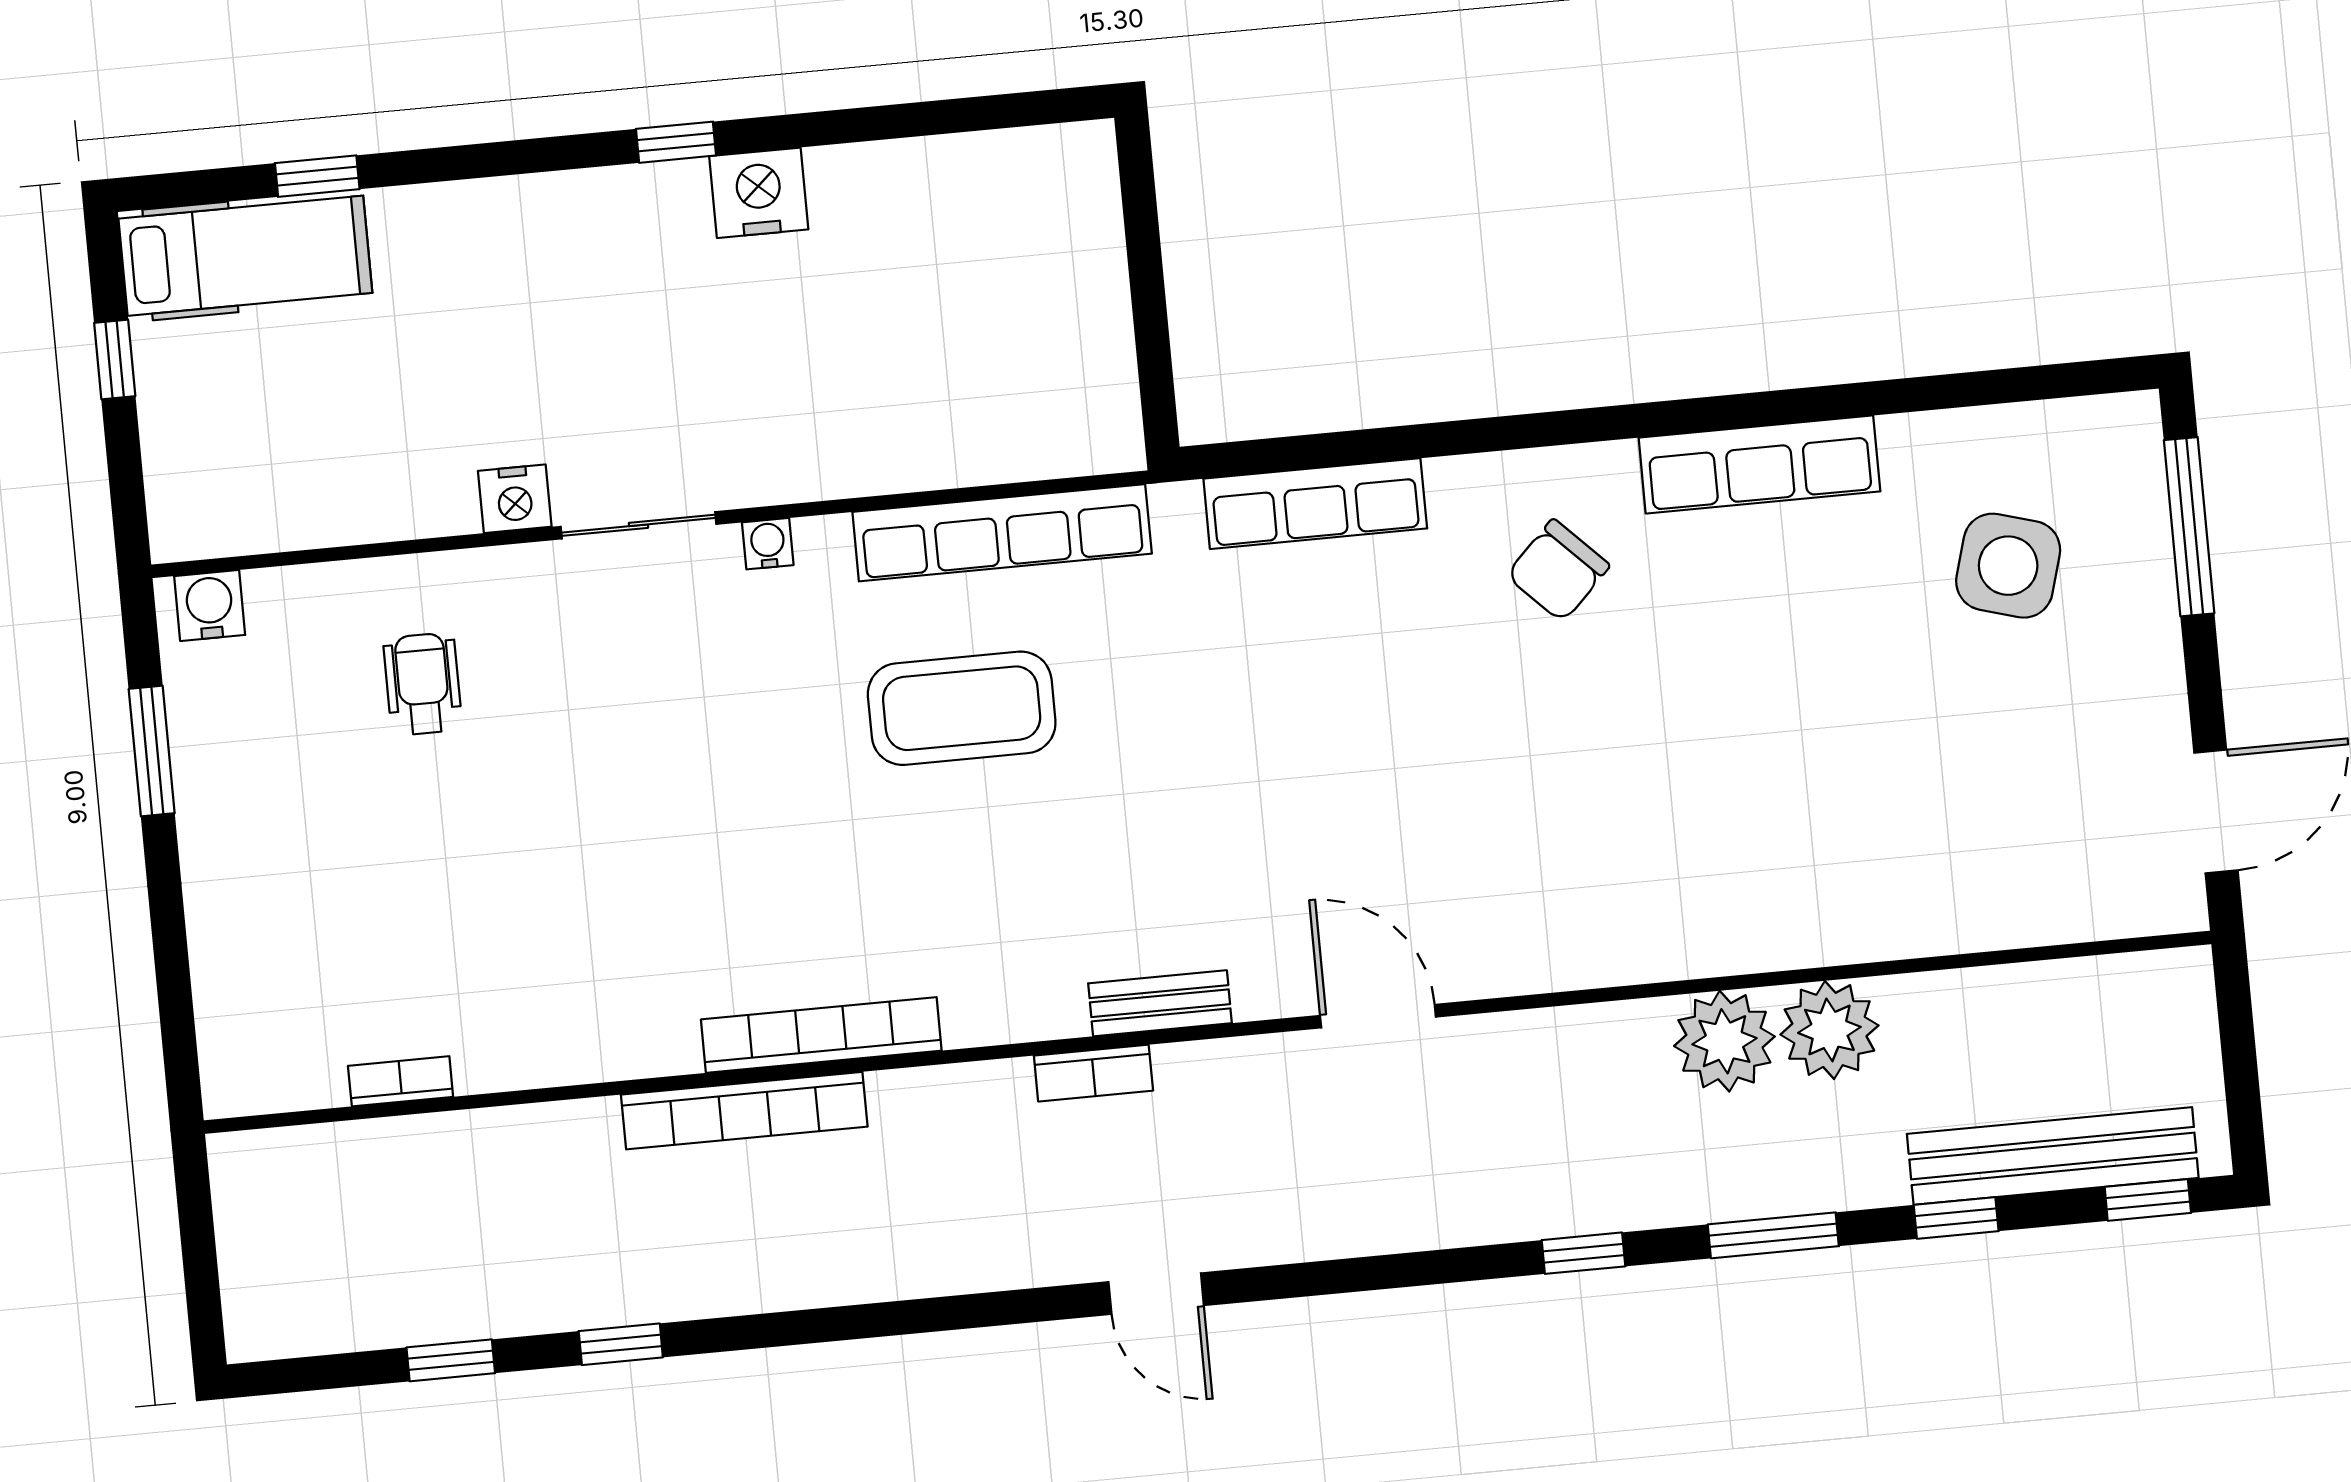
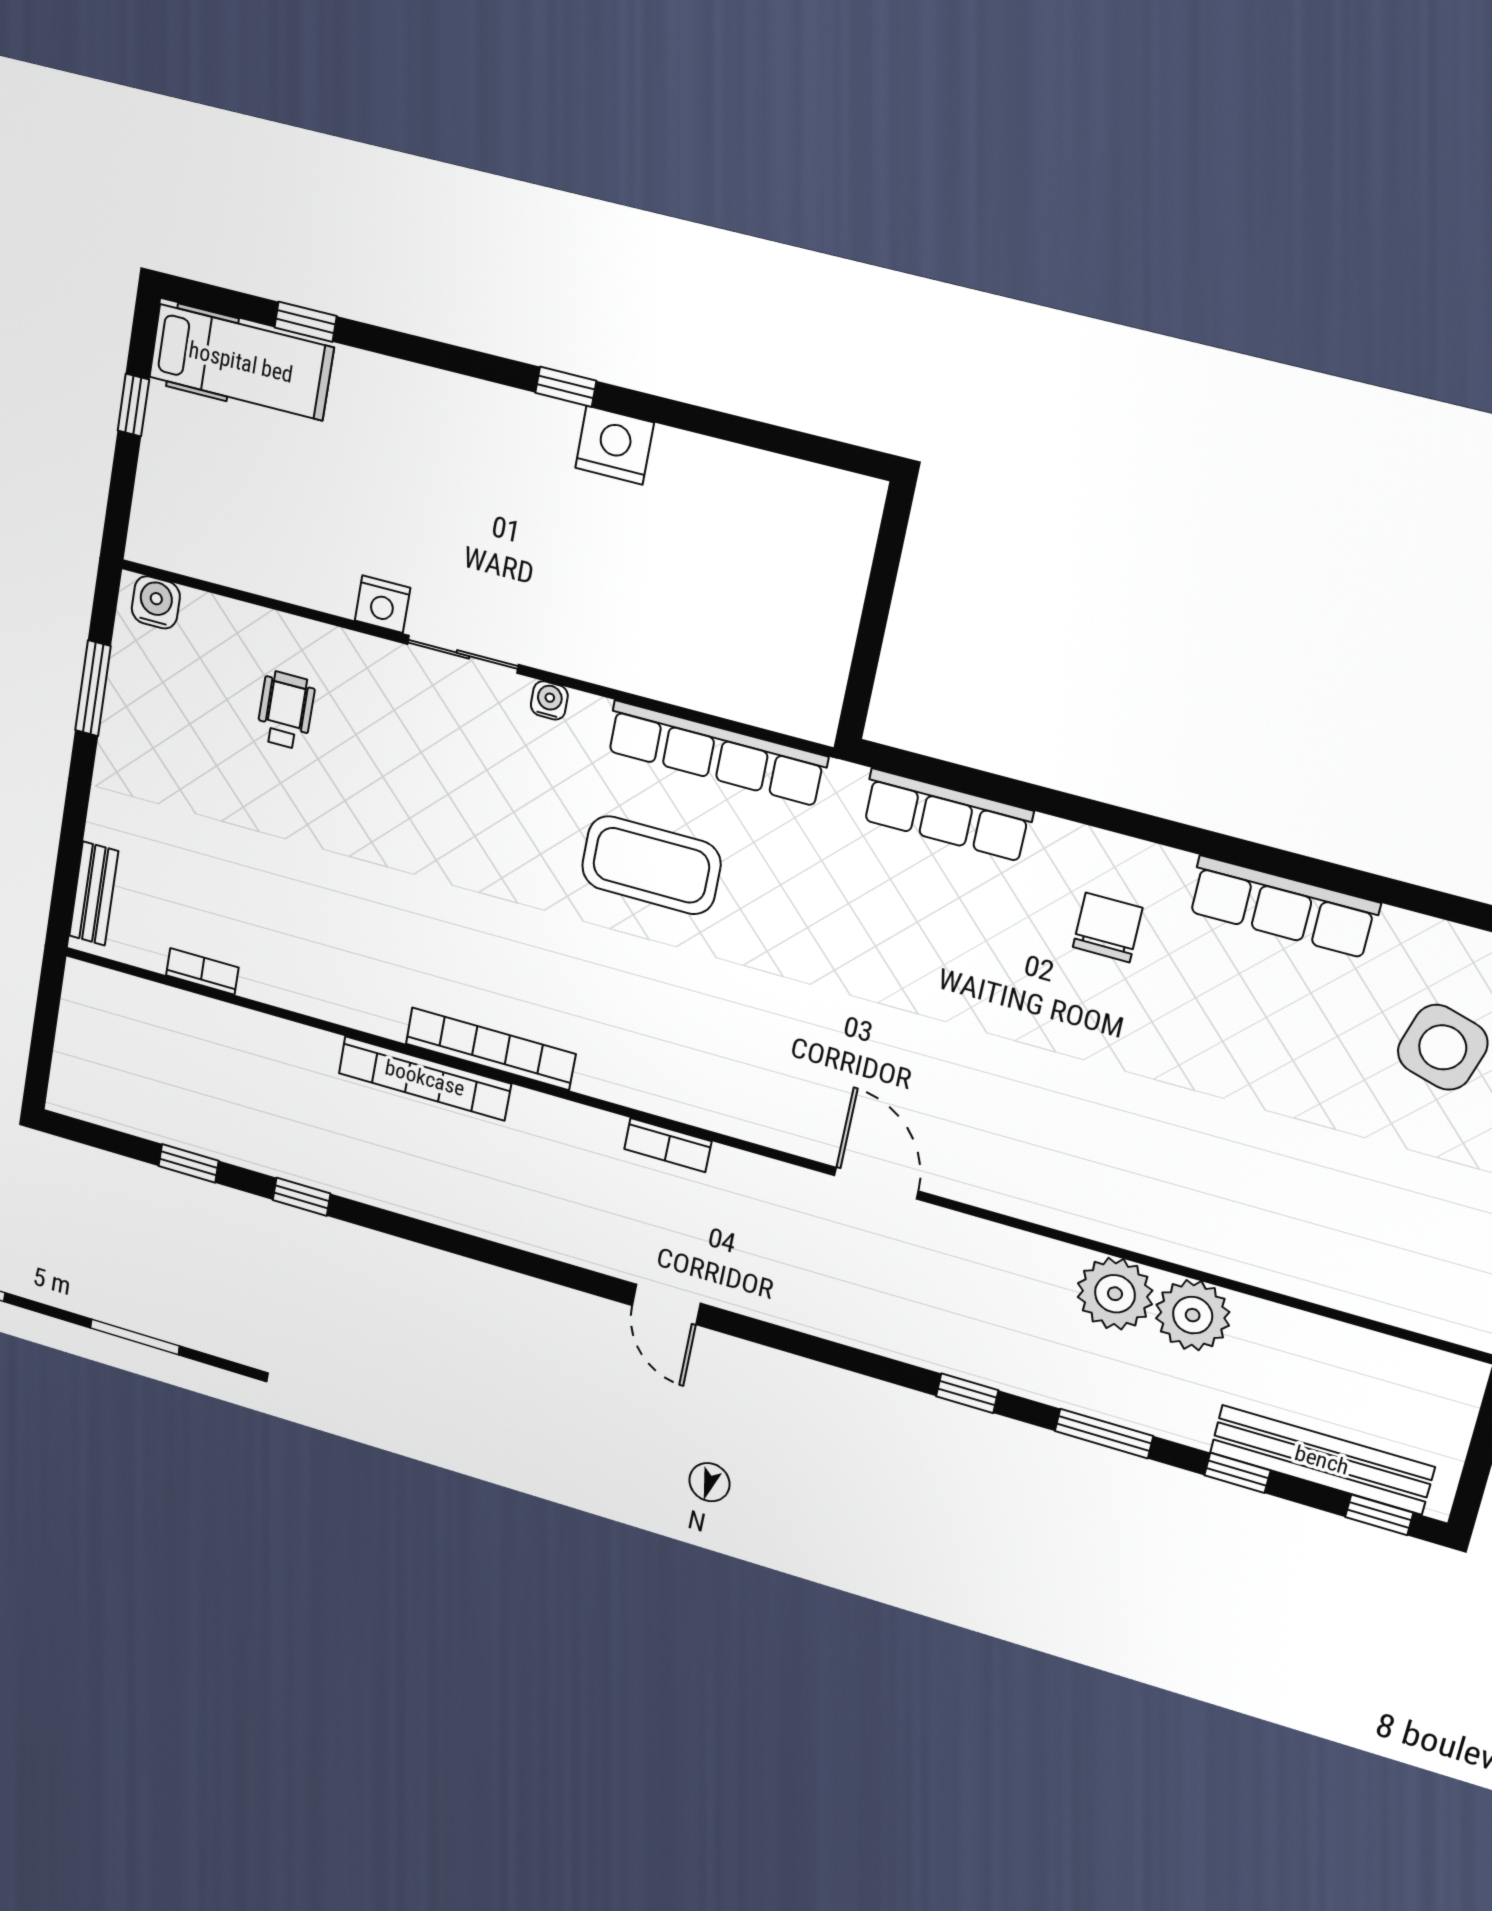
chair: (1558, 571) -> (1108, 928), turned 135
bench: (1160, 1003) -> (94, 893), moved, turned 90

